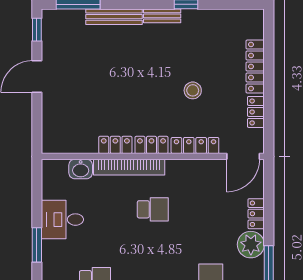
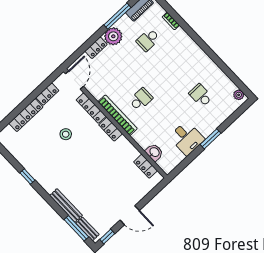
bench: (162, 16) -> (87, 229), moved
locker: (115, 145) -> (146, 166), moved
door: (243, 156) -> (74, 80), hinge flipped
bookcase: (129, 167) -> (117, 115), moved
school desk: (153, 209) -> (141, 99), turned 90

